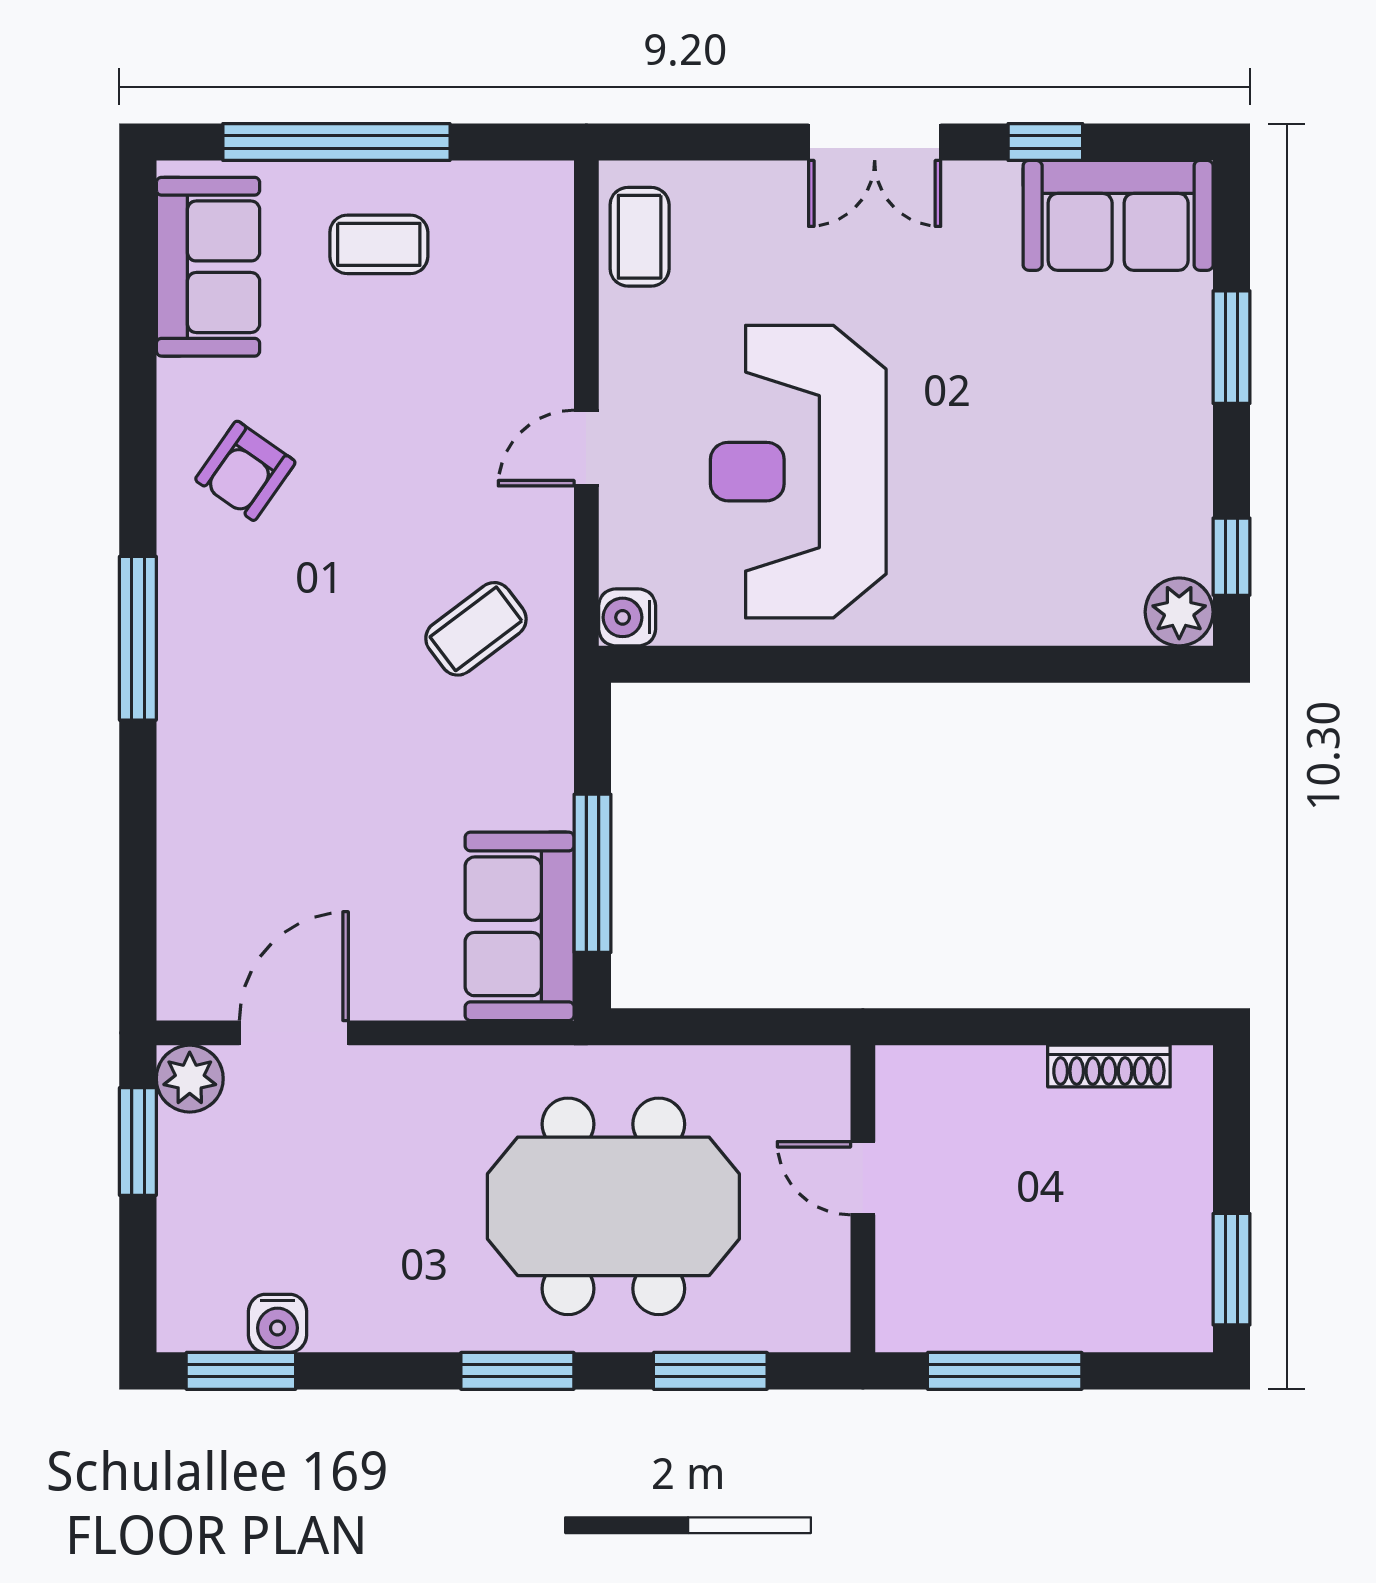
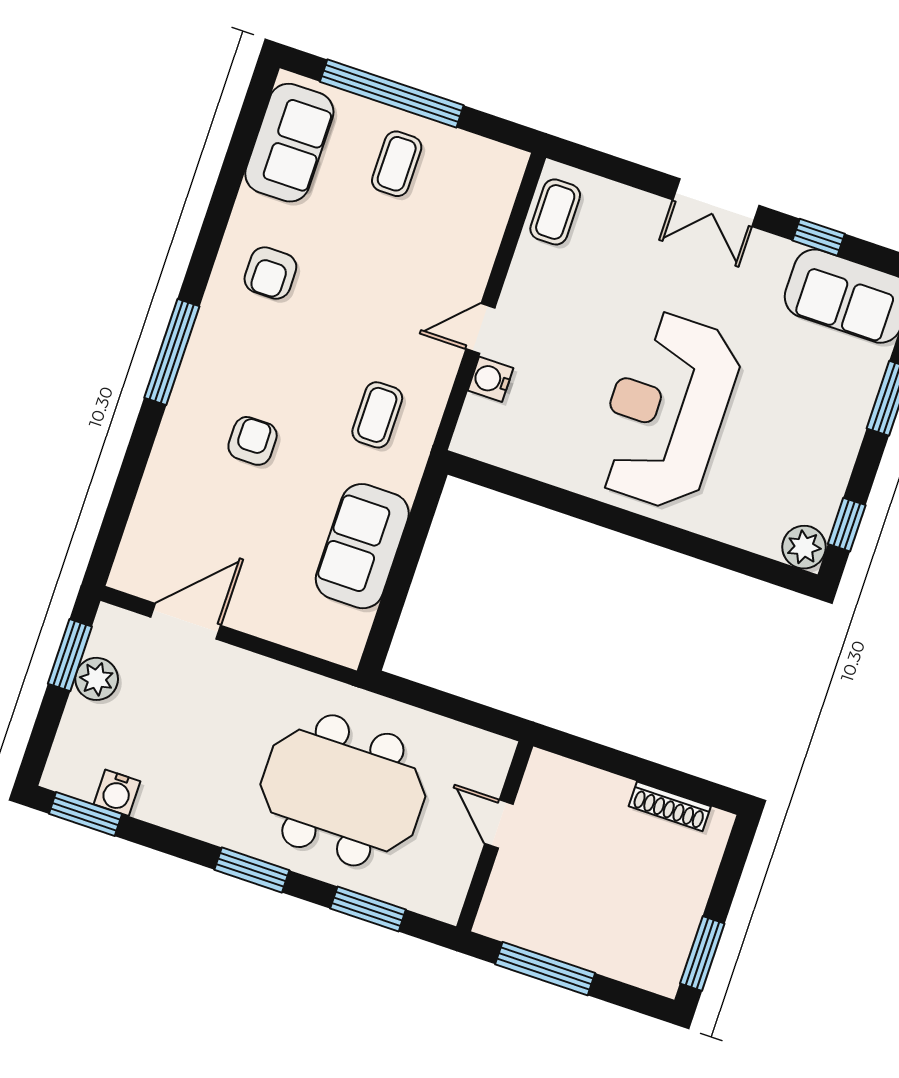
coffee table: (379, 244) -> (397, 164), turned 90
armchair: (245, 471) -> (270, 273), turned -35
reception desk: (798, 472) -> (666, 411), moved
water cooler: (627, 617) -> (491, 379), moved
coffee table: (476, 629) -> (377, 415), turned -53
armchair: (303, 730) -> (253, 441), added
window: (593, 873) -> (398, 586), removed
sofa: (520, 926) -> (362, 546), moved
plant: (190, 1079) -> (97, 679), moved

